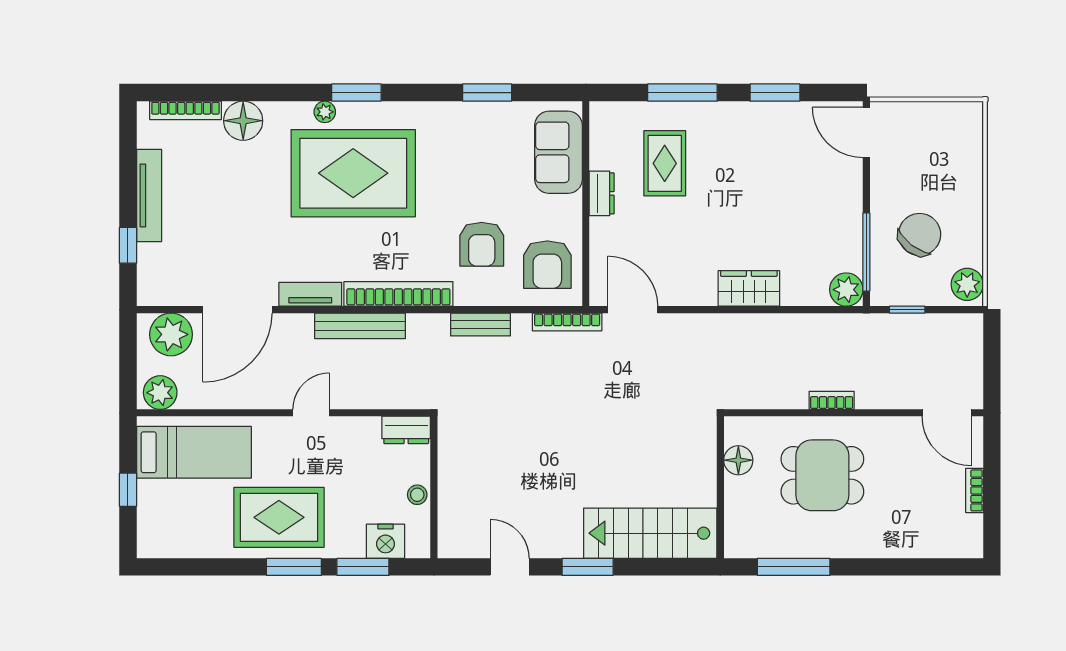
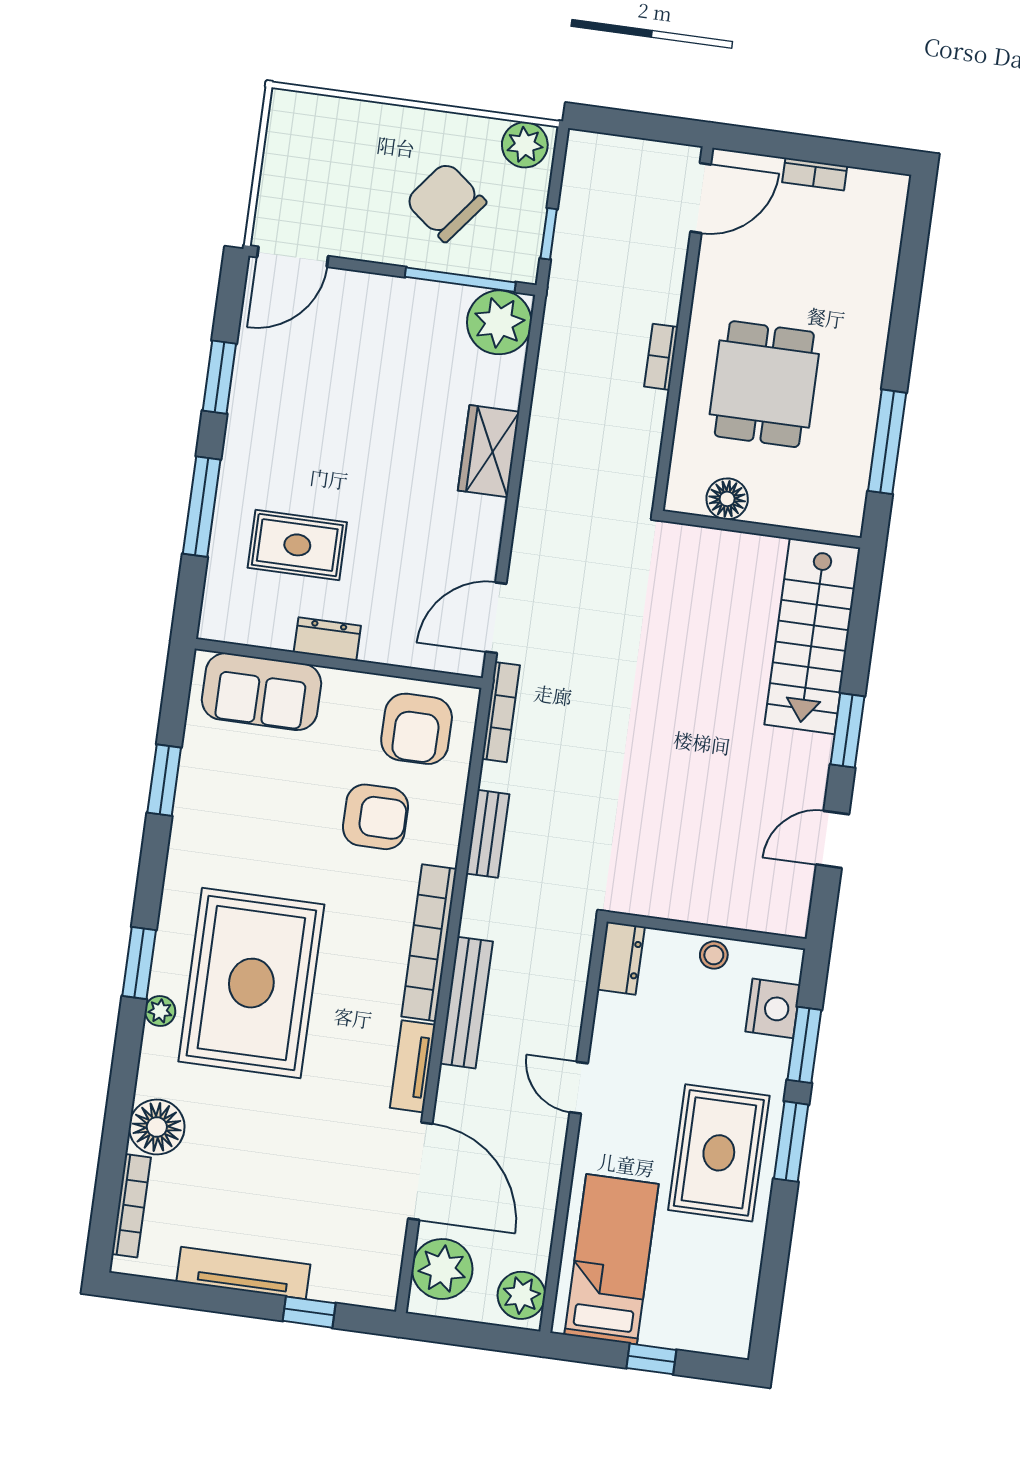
armchair: (547, 265) -> (417, 729), turned 90
plant: (846, 290) -> (499, 322), width x1.36, depth x1.36

